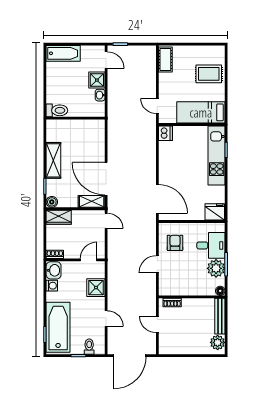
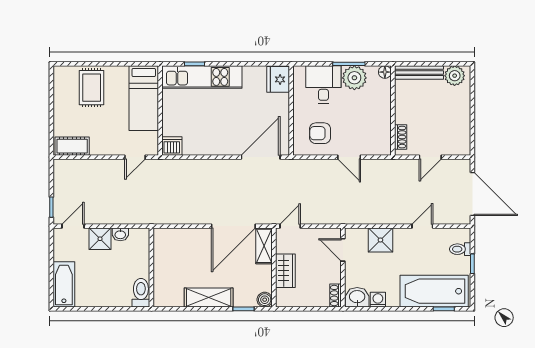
wardrobe: (59, 217) -> (285, 271), moved

